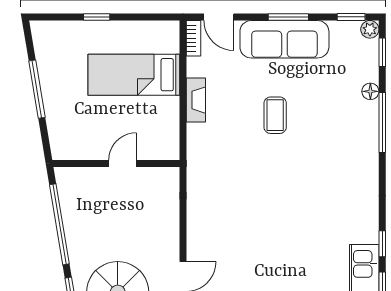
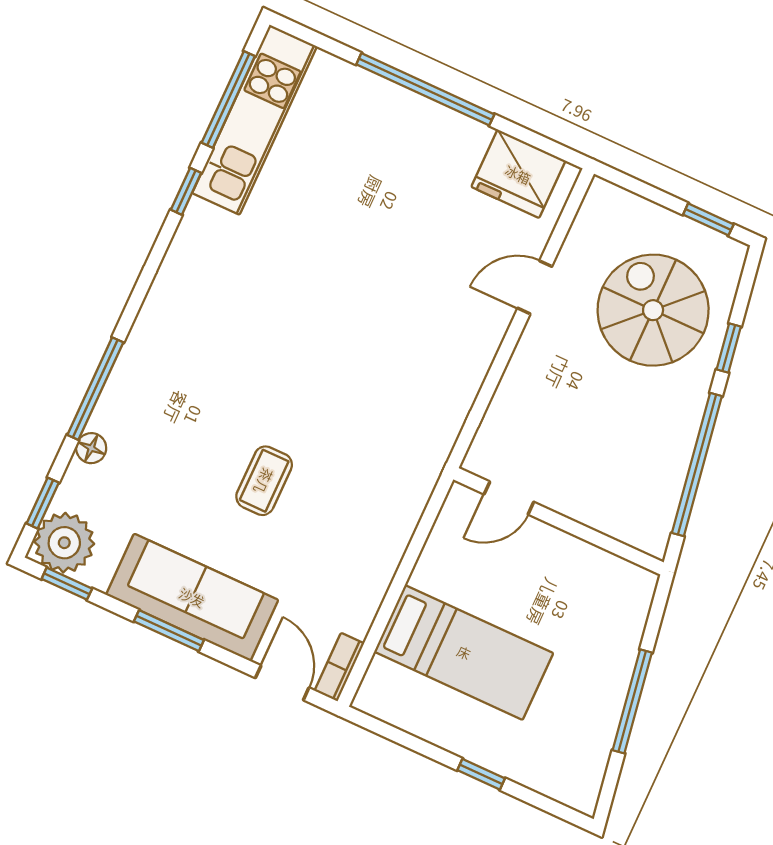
plant: (370, 29) -> (64, 543), width x1.88, depth x1.88
fireplace: (196, 100) -> (382, 565), removed
door: (123, 164) -> (509, 498), moved

